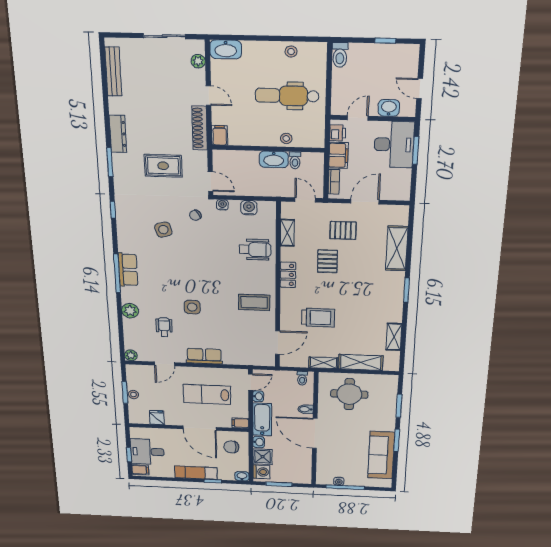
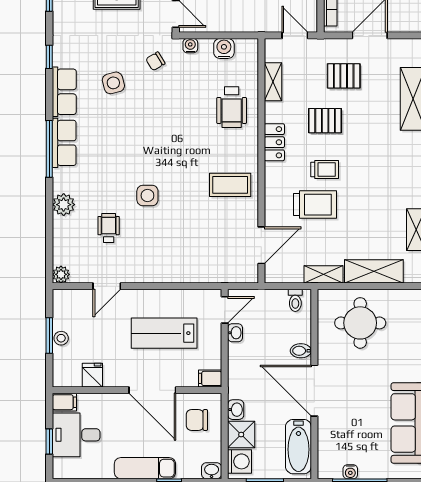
wheelchair: (255, 250) -> (232, 107), turned 90
pallet: (327, 261) -> (325, 121), turned 90
trolley: (326, 295) -> (325, 170), added
row of seats: (204, 356) -> (64, 92), moved, turned 90
bathtub: (262, 419) -> (298, 447), moved, turned 180
filing cabinet: (140, 470) -> (64, 402), moved

